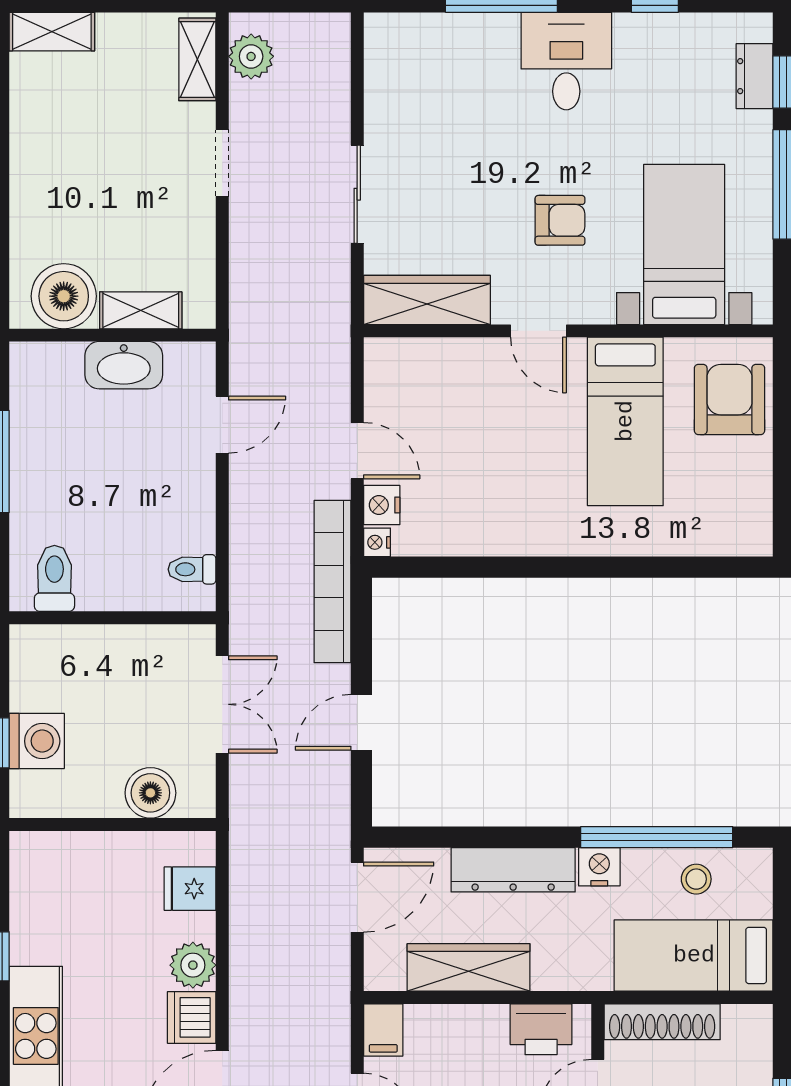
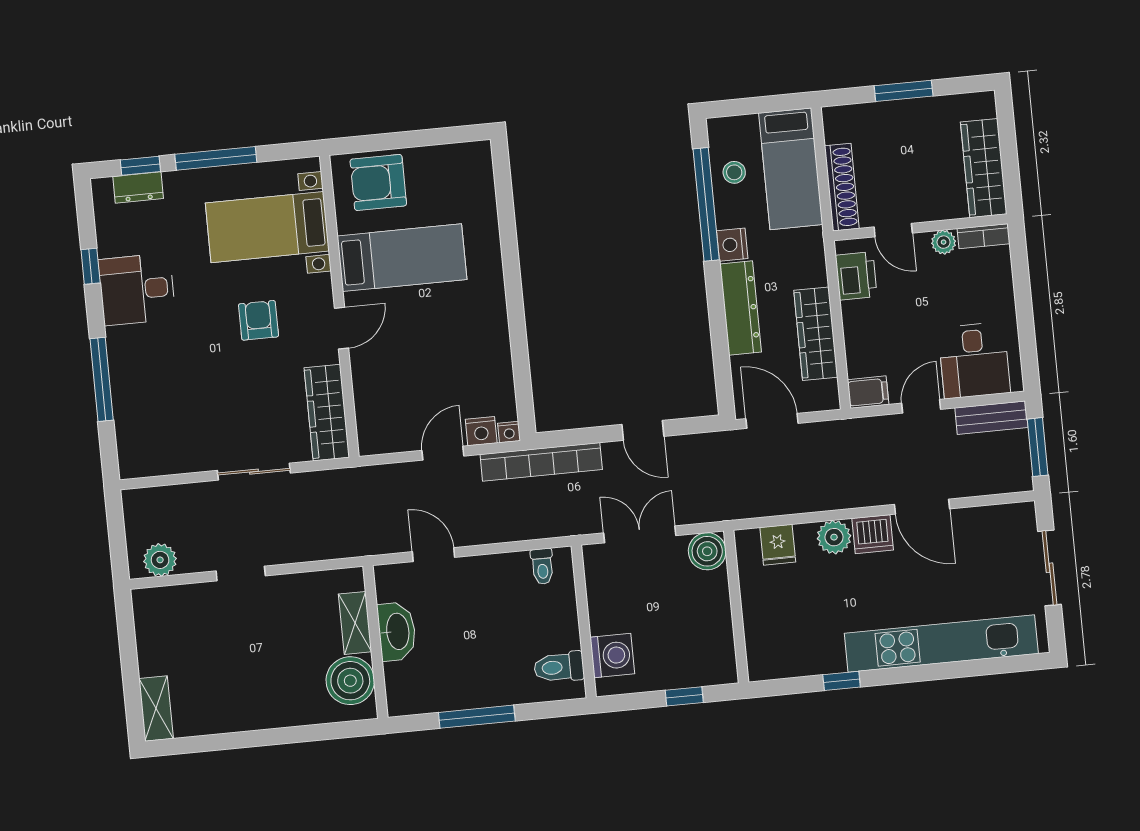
shelving: (197, 59) -> (166, 599), removed
desk: (566, 61) -> (137, 289), moved
washing machine: (37, 741) -> (612, 655), moved, turned 90
boiler: (150, 793) -> (707, 551), moved

